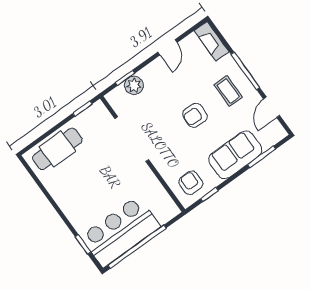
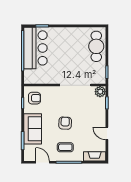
plant: (134, 85) -> (100, 92), moved

